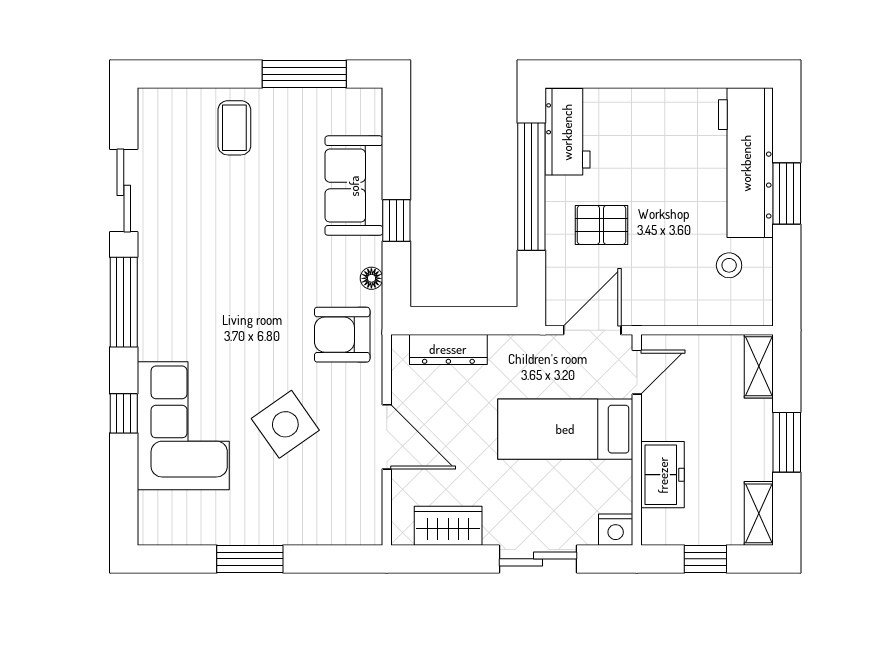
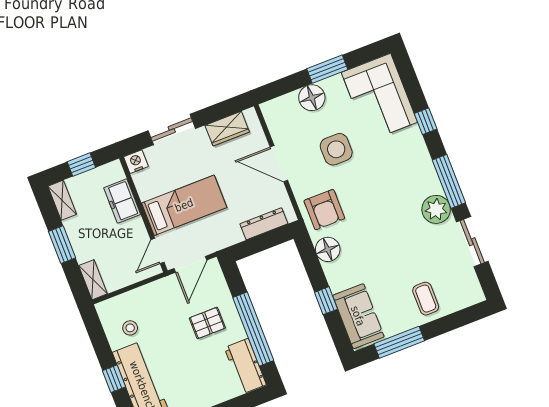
sofa: (354, 186) -> (358, 316), moved
window: (787, 194) -> (114, 379), width x0.67
window: (396, 221) -> (326, 301), moved
plant: (162, 265) -> (436, 209), added
floor lamp: (371, 278) -> (328, 249), width x1.89, depth x1.89
armchair: (342, 335) -> (324, 210), turned 90
side table: (285, 424) -> (336, 149), turned 35
corner sofa: (183, 426) -> (379, 97), moved
floor lamp: (292, 523) -> (312, 98), added

